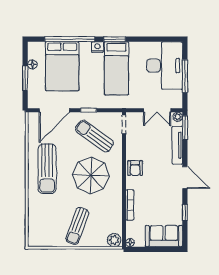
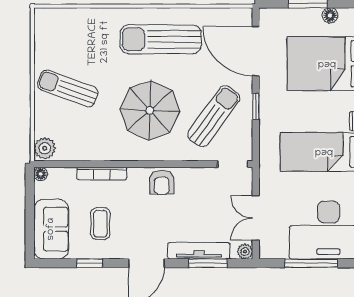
window: (185, 128) -> (208, 263), moved
armchair: (135, 168) -> (162, 182), turned -90
coffee table: (161, 206) -> (100, 224), added

